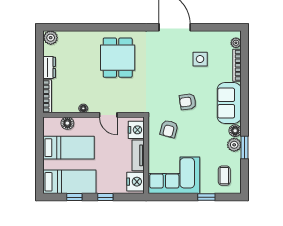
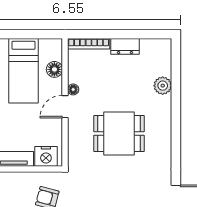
plant: (51, 38) -> (163, 86), moved
dining table: (118, 58) -> (119, 134), moved
door: (108, 115) -> (65, 107), moved

